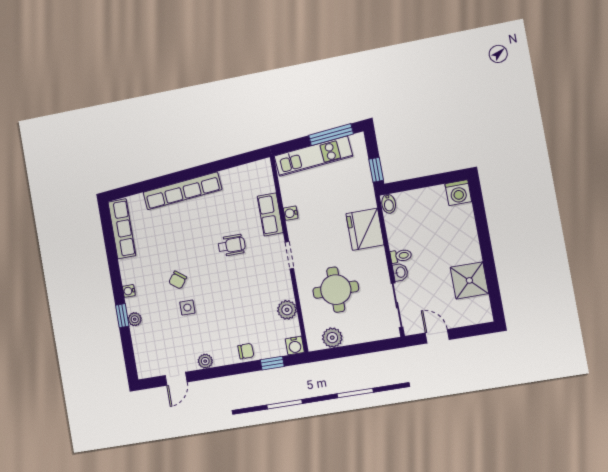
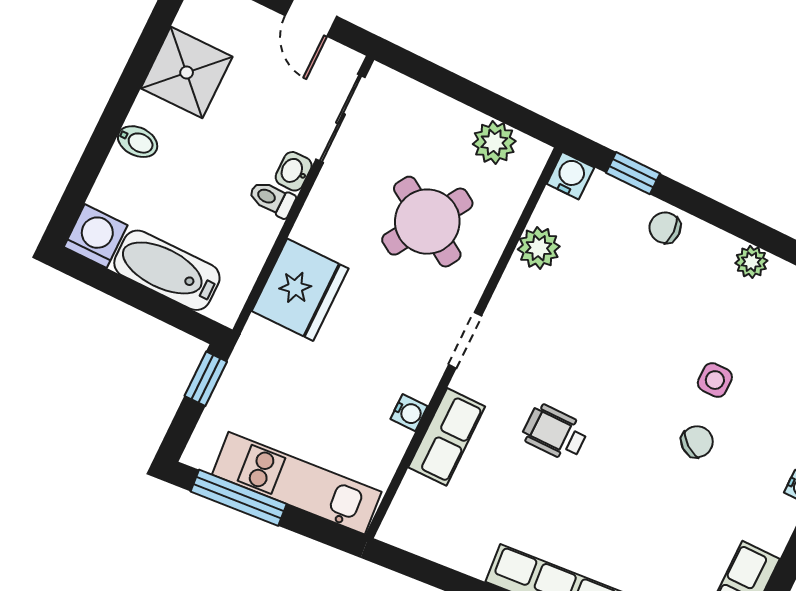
bathtub: (421, 200) -> (167, 270), added
bidet: (389, 204) -> (138, 142), moved, turned 90
round table: (336, 290) -> (427, 222), turned 32

